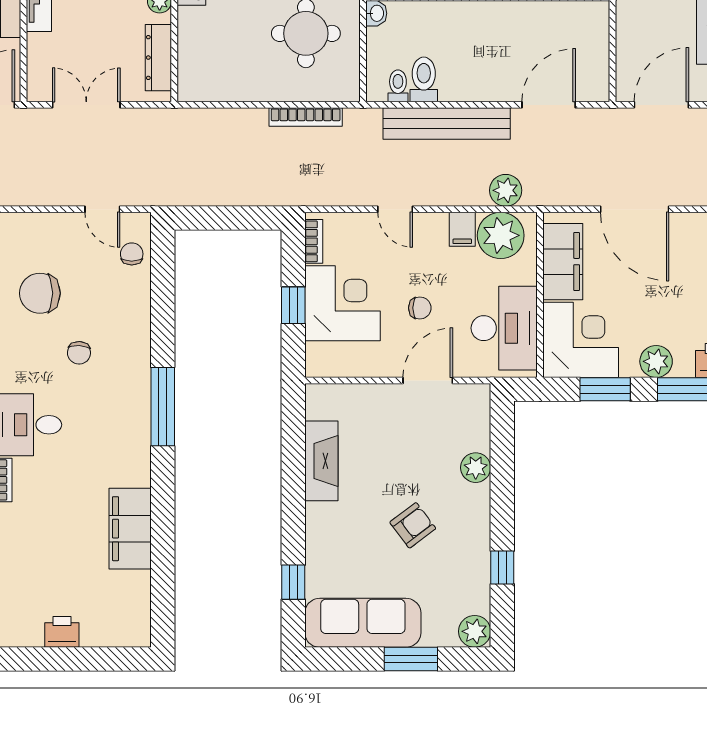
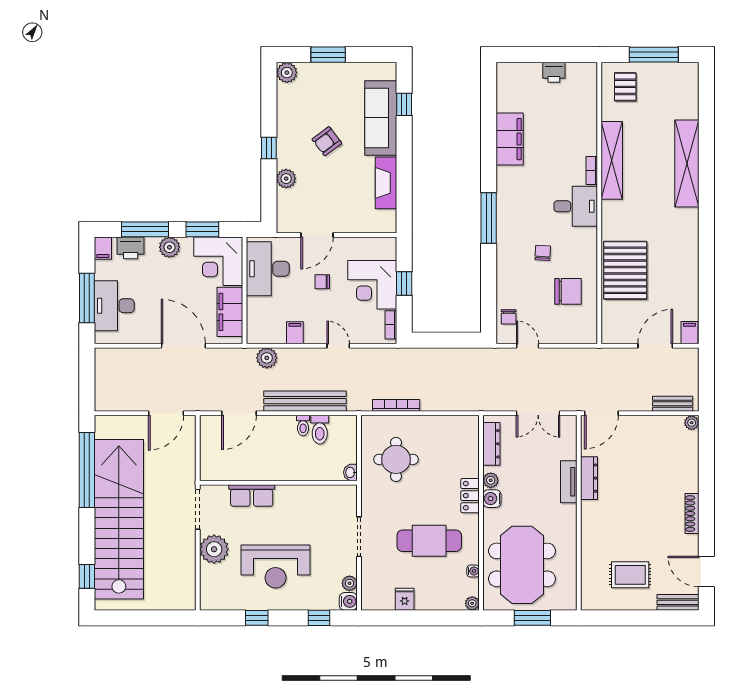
toilet: (398, 86) -> (303, 425), moved
plant: (501, 235) -> (270, 329), removed
window: (502, 568) -> (269, 148), moved
sofa: (363, 623) -> (381, 118), moved, turned 90

